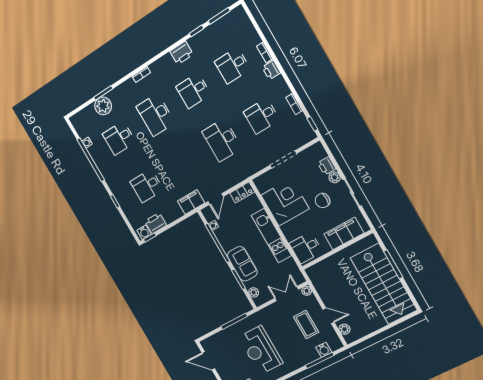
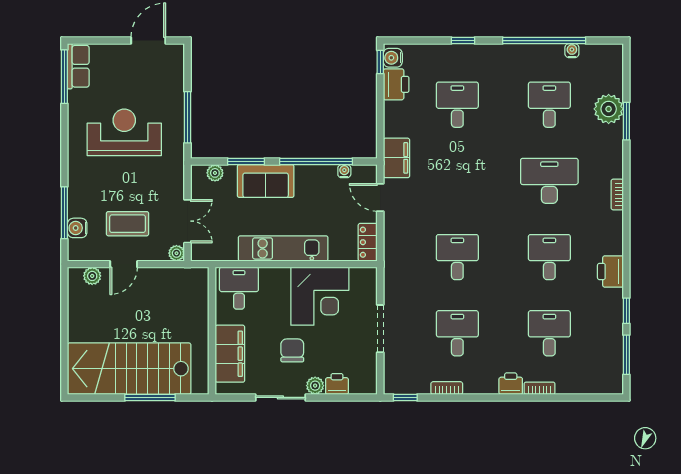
desk: (222, 140) -> (457, 257), width x0.73

